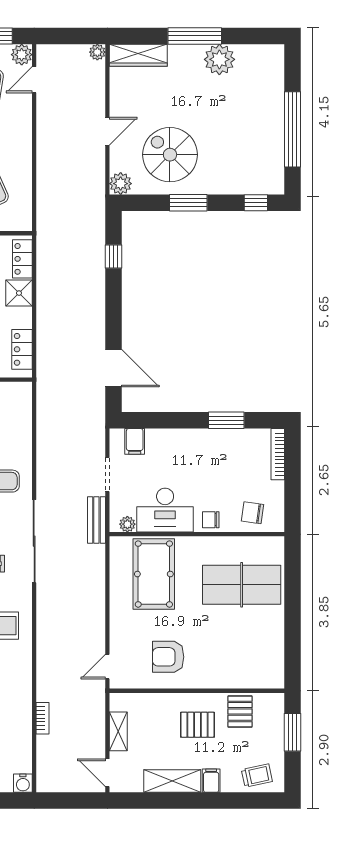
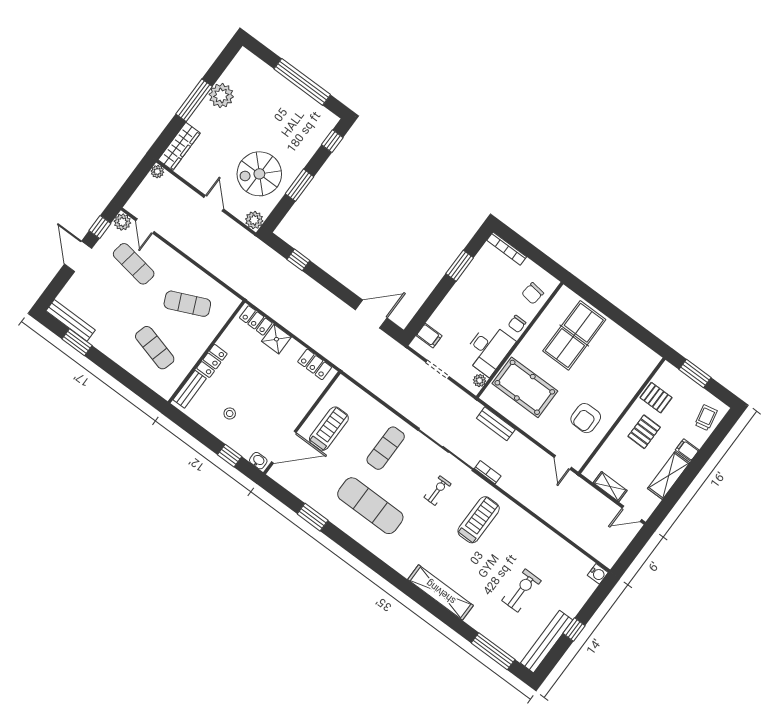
bench: (96, 520) -> (496, 424), moved
bookcase: (43, 718) -> (488, 472), moved

